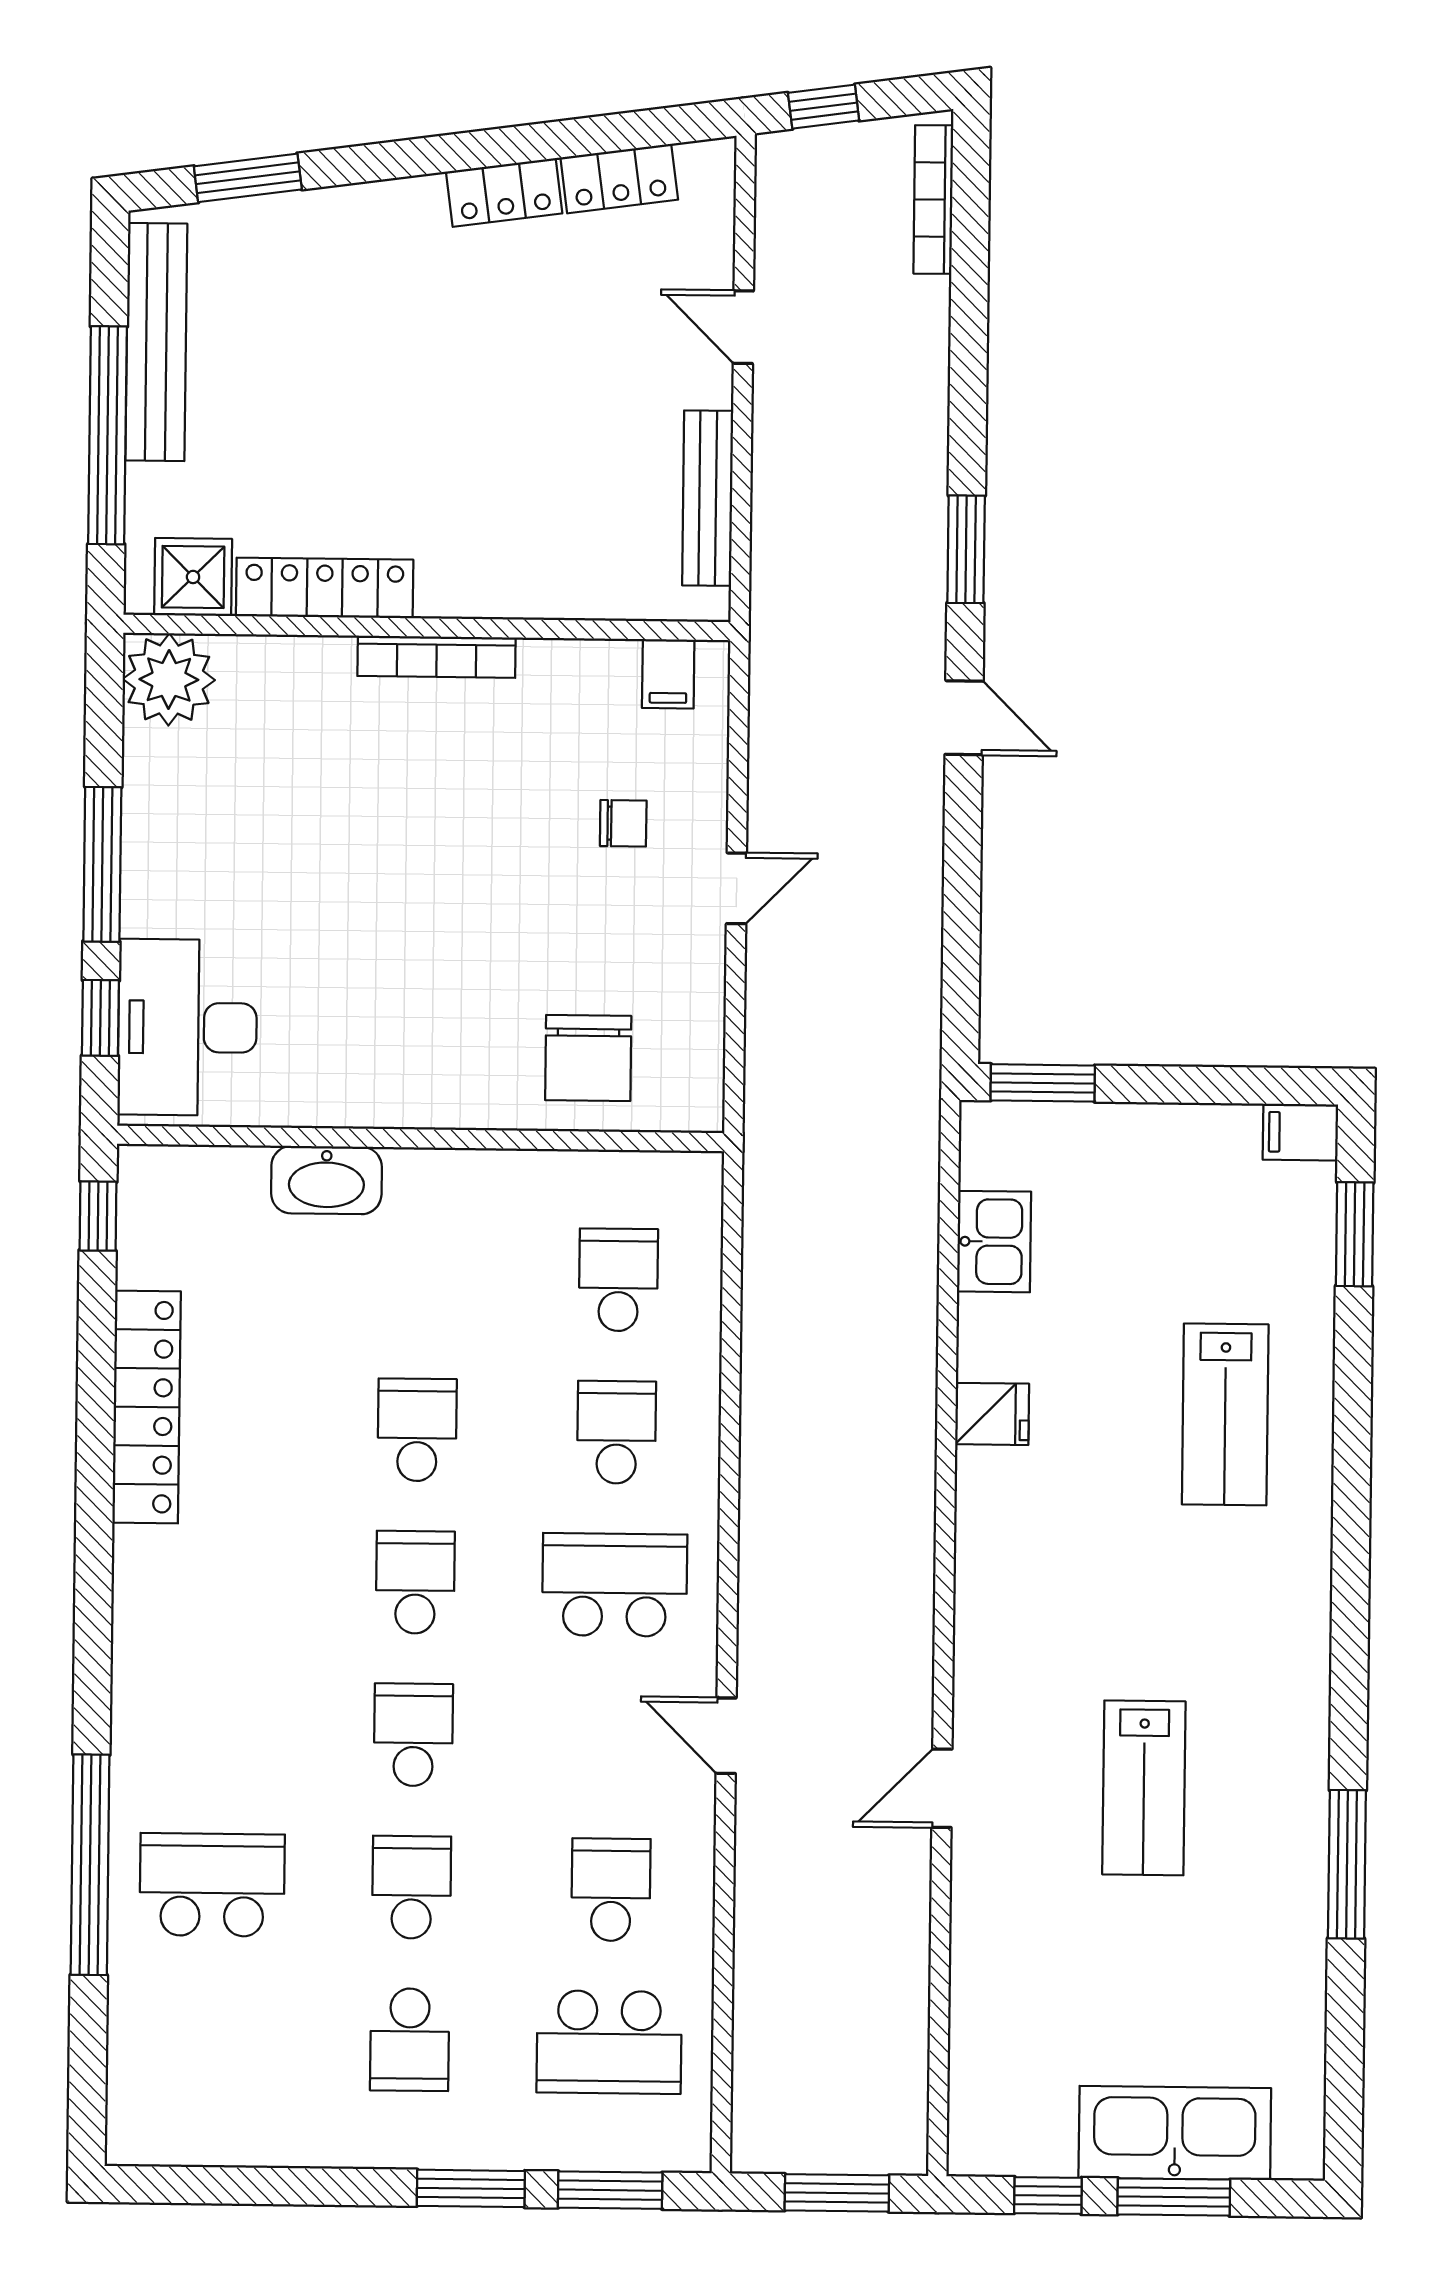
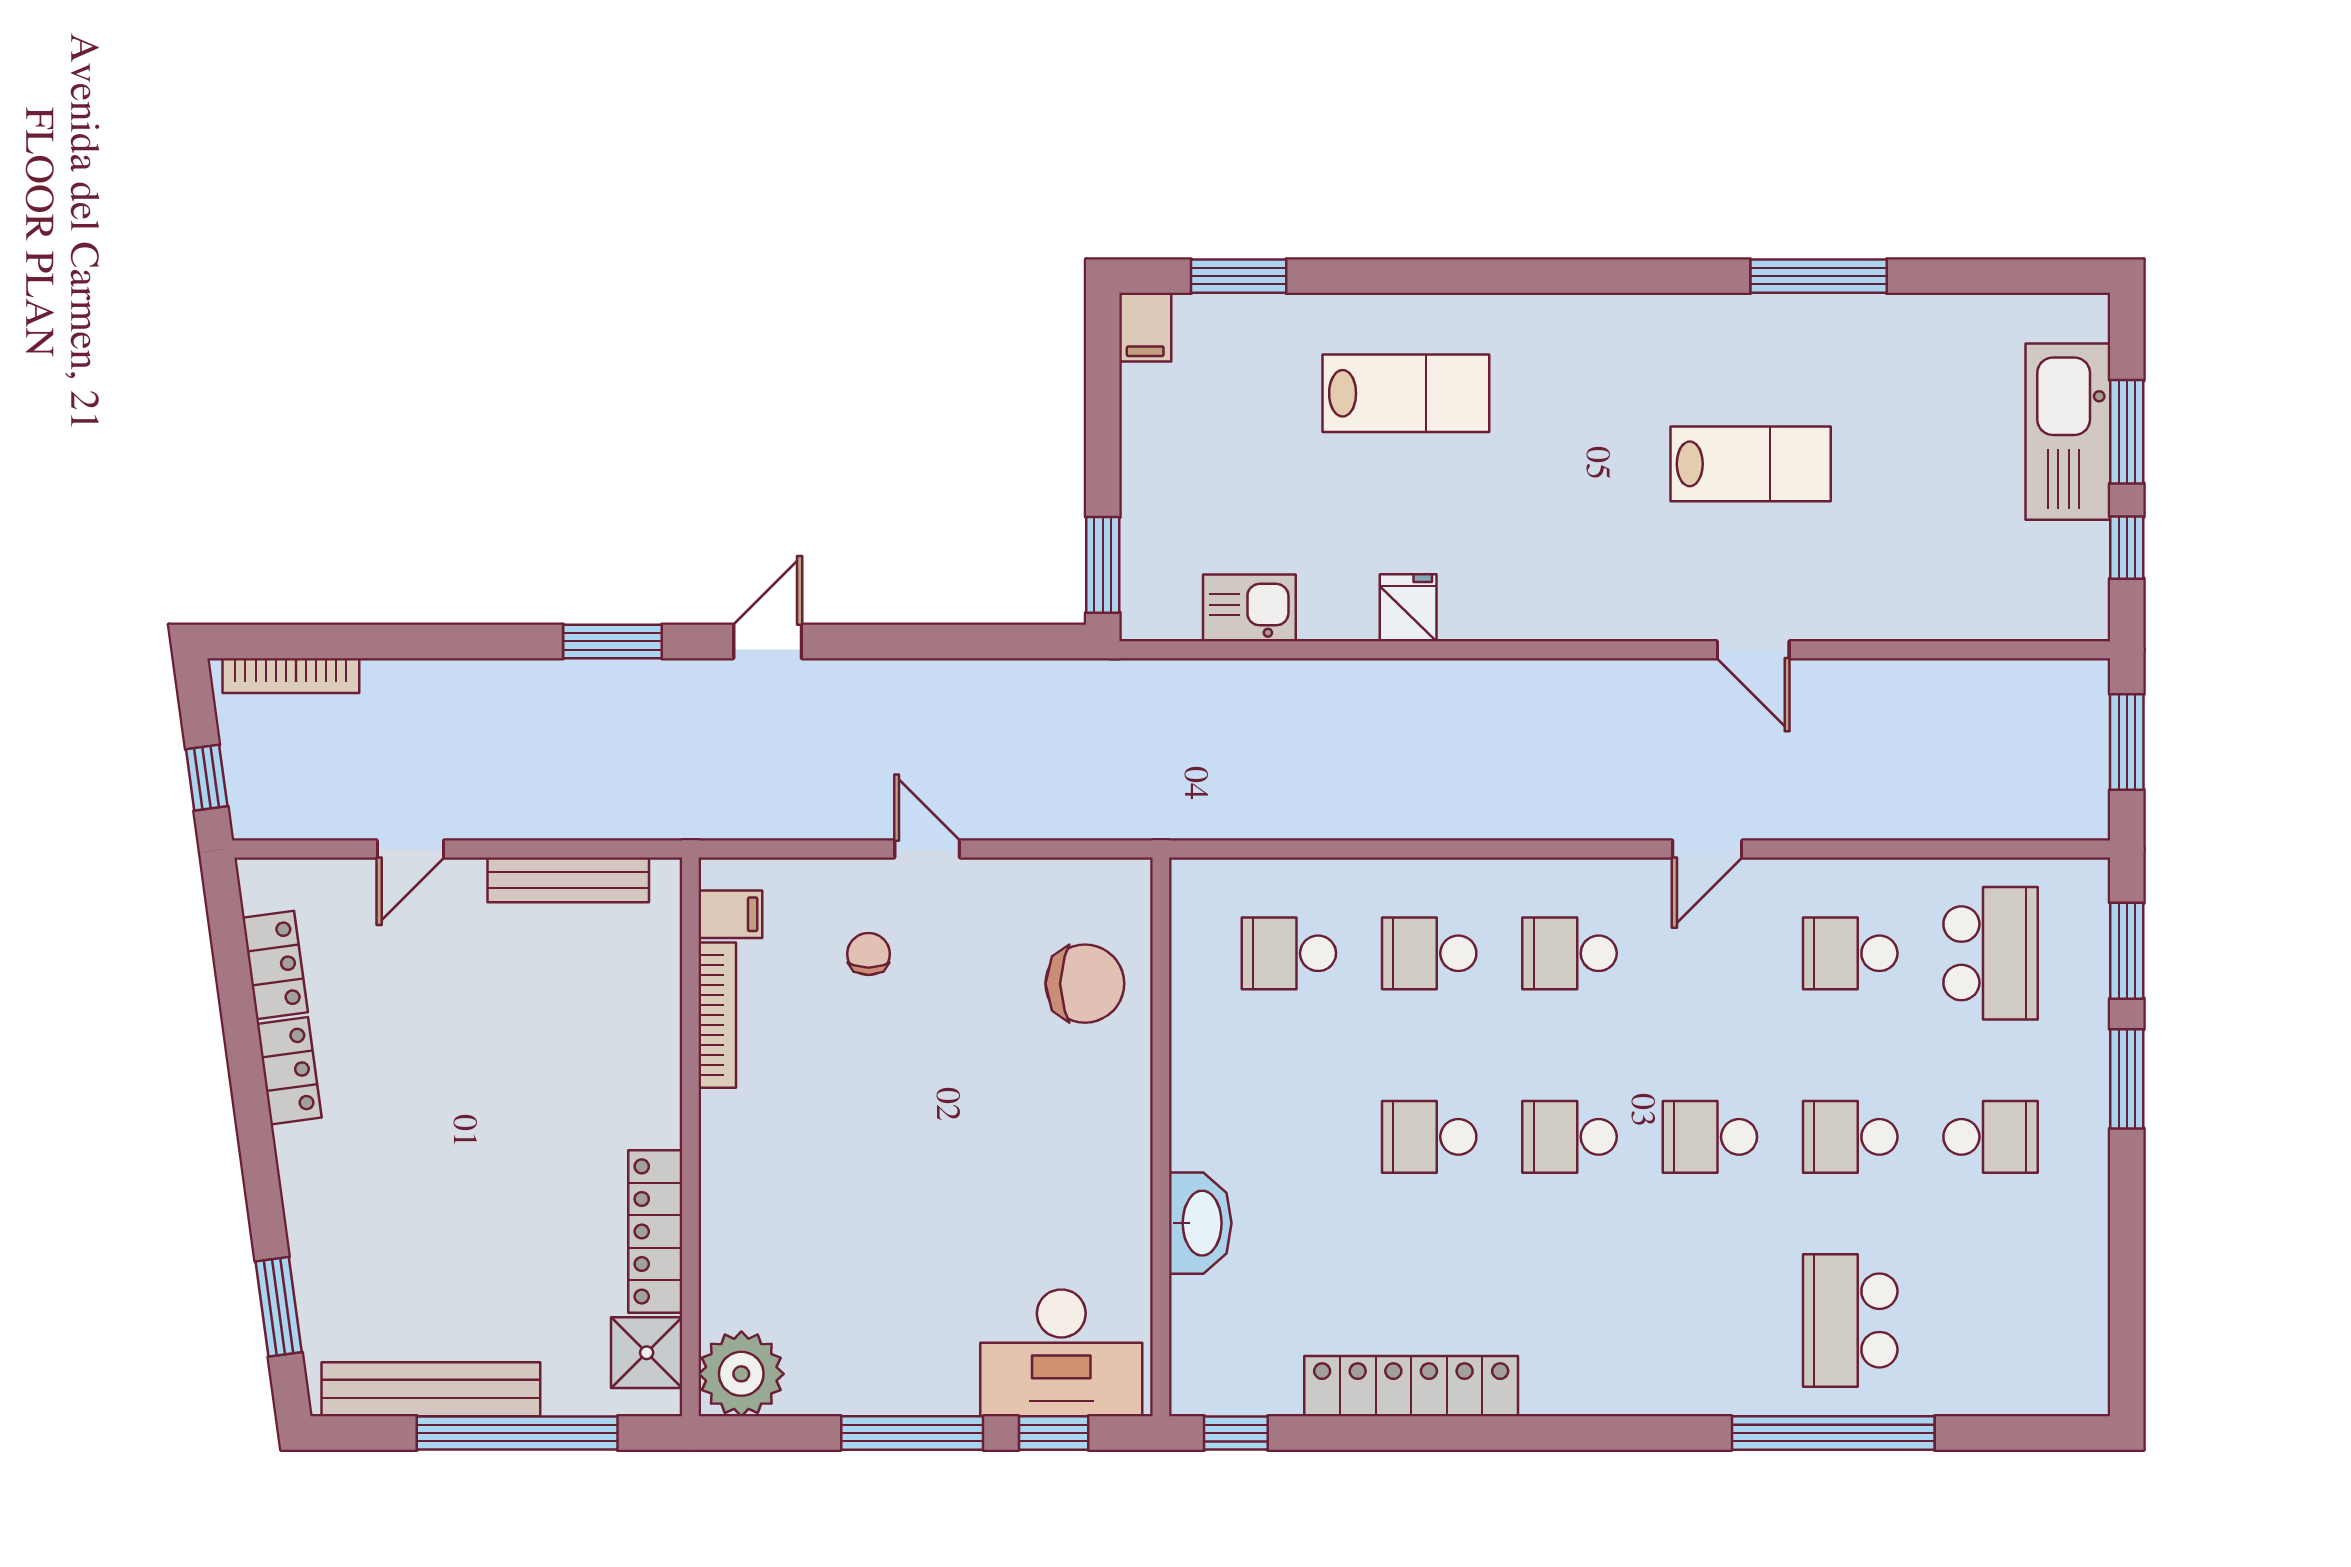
bookcase: (437, 657) -> (717, 1015), moved
school desk: (615, 1585) -> (1570, 953), width x0.54

